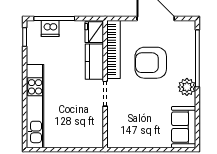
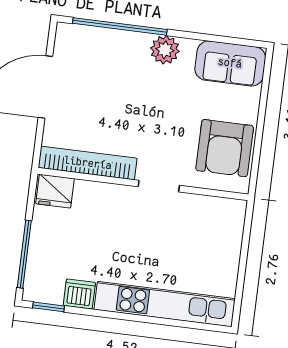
dishwasher: (50, 28) -> (79, 294), moved, turned -90
kitchen counter: (94, 62) -> (104, 197), removed
armchair: (151, 63) -> (225, 148), moved

